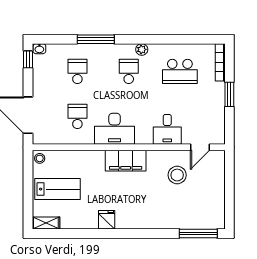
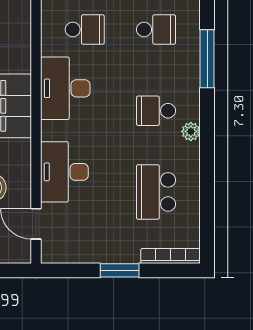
school desk: (129, 71) -> (156, 111), turned 180
desk: (167, 129) -> (64, 172), width x1.37

